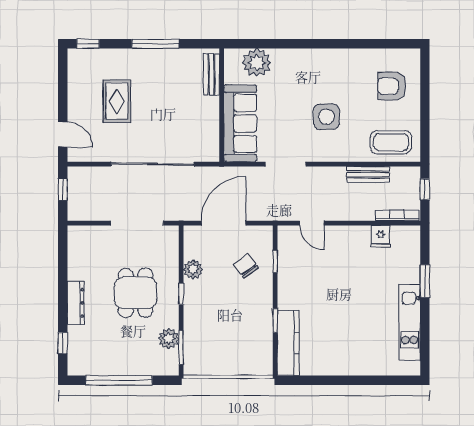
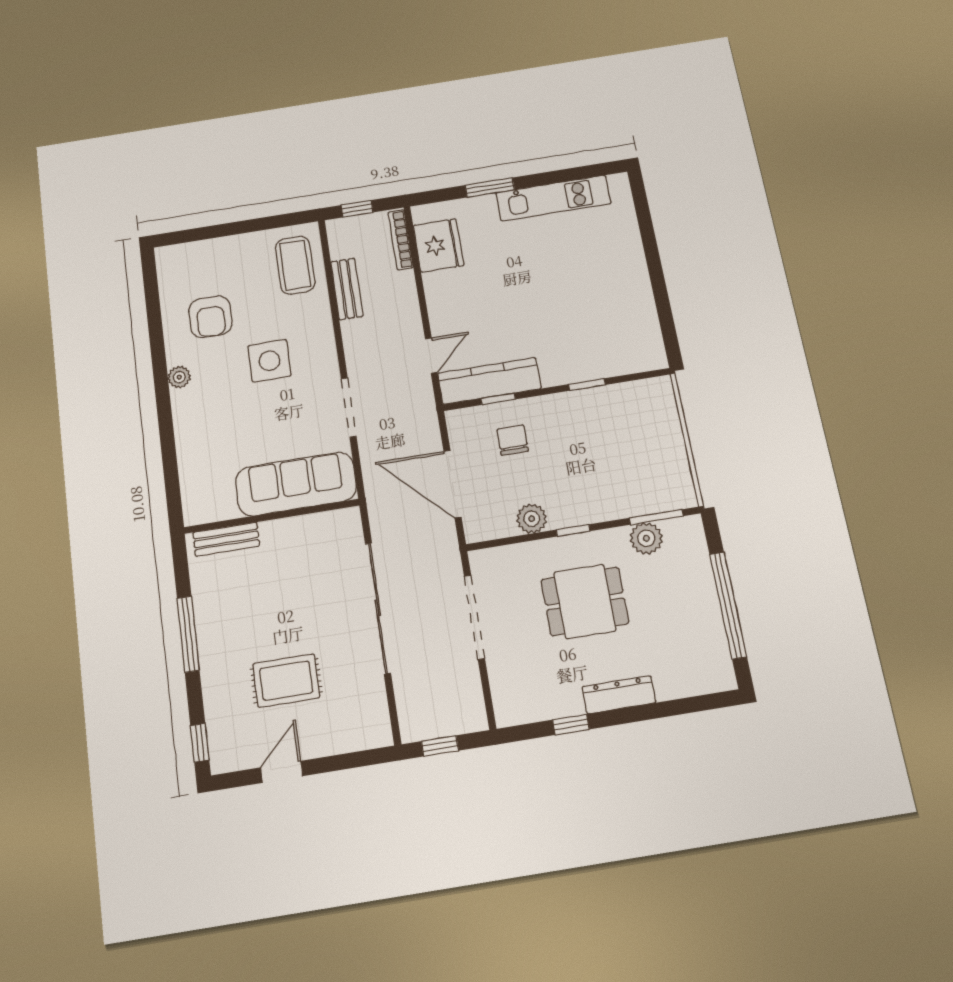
plant: (257, 63) -> (179, 377), moved, width x0.53, depth x0.53
armchair: (392, 86) -> (211, 317), moved
door: (63, 134) -> (282, 772), moved
fridge: (381, 236) -> (438, 245), width x1.88, depth x1.34
chair: (246, 266) -> (513, 440), turned 127
window: (63, 343) -> (571, 725), moved
kitchen counter: (288, 343) -> (489, 381), moved

